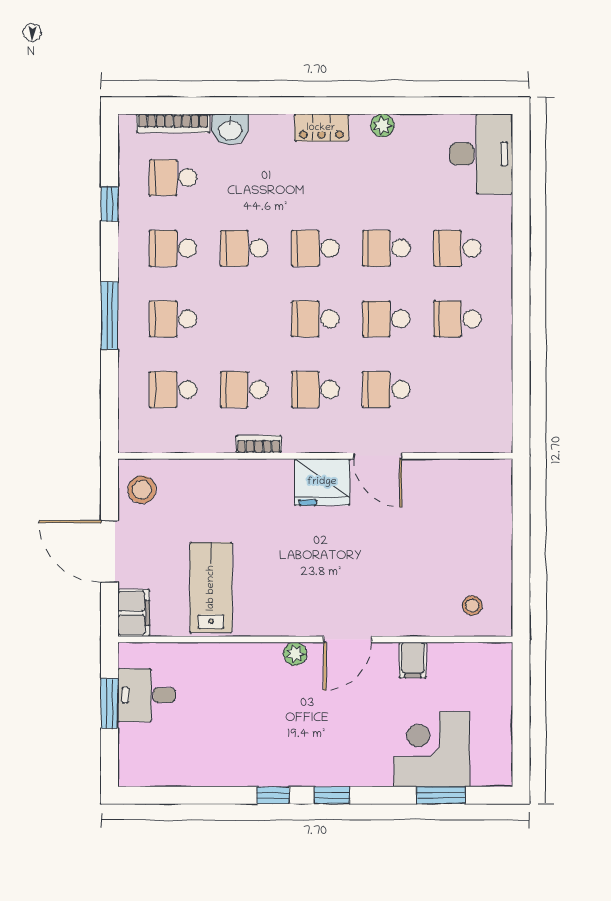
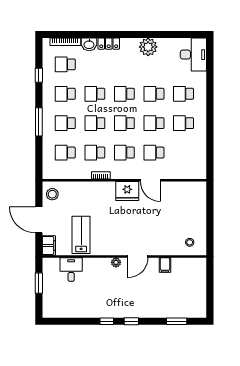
plant: (382, 125) -> (148, 47), width x1.87, depth x1.87
locker: (321, 128) -> (109, 44), moved
school desk: (244, 319) -> (95, 123), added
desk: (146, 695) -> (71, 270), moved, turned 90
corner desk: (432, 749) -> (173, 302), removed

